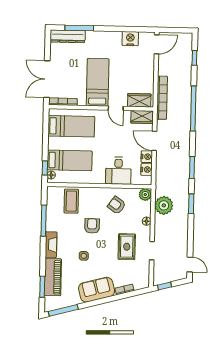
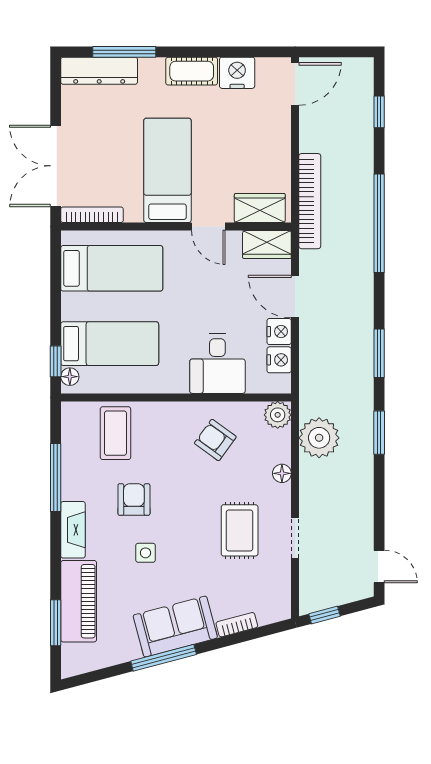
cot: (110, 37) -> (192, 71), added
armchair: (92, 226) -> (134, 500), moved
window: (63, 310) -> (164, 658), moved

